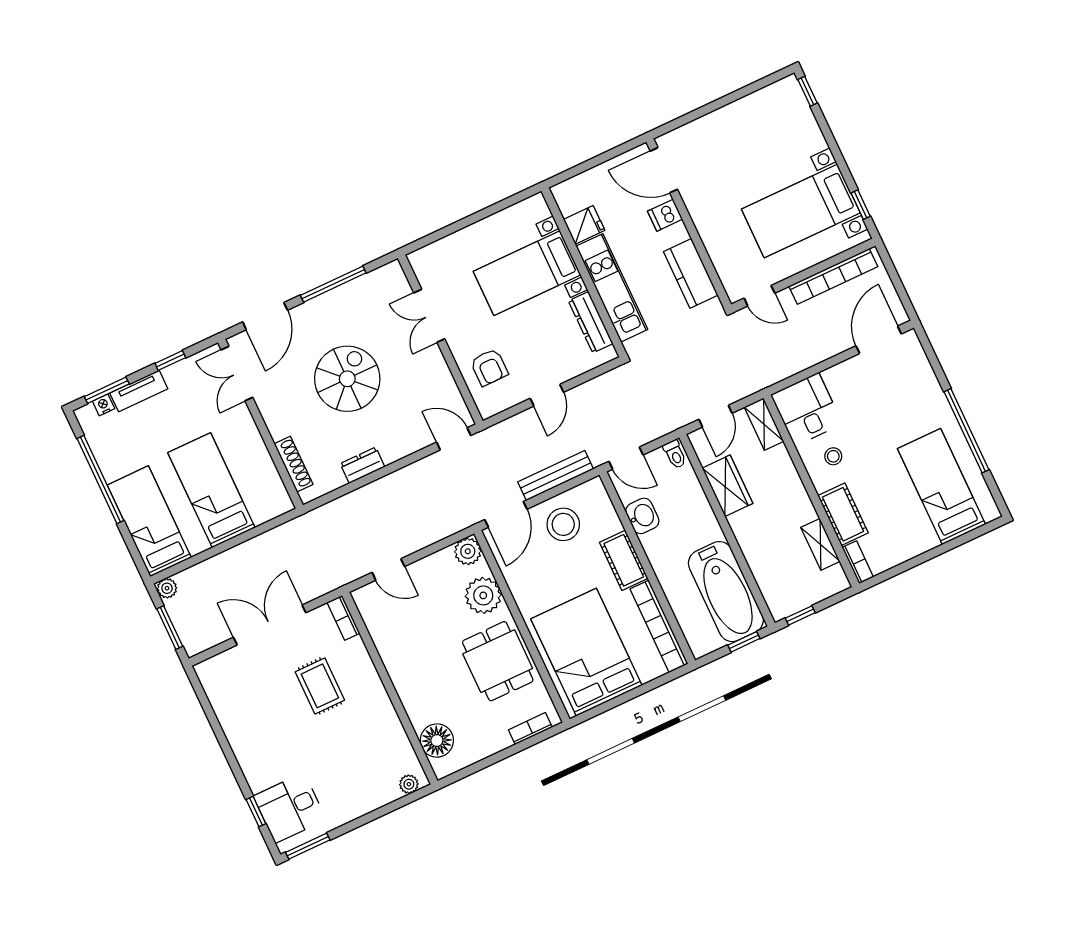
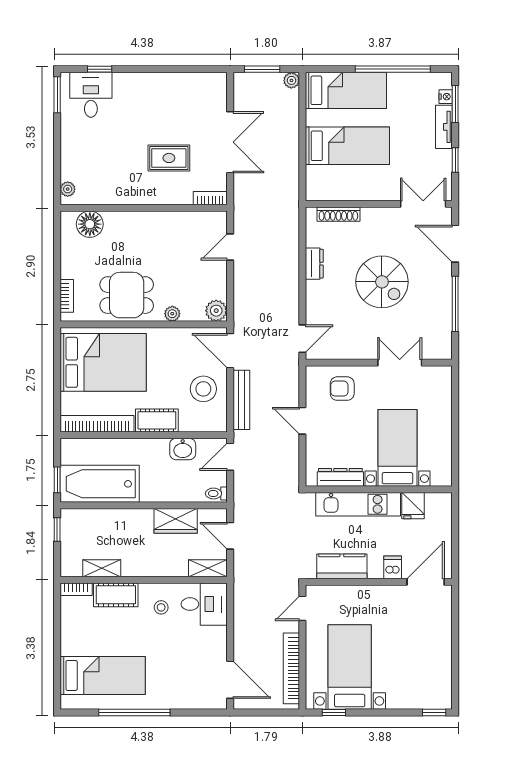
plant: (483, 595) -> (172, 314), width x0.53, depth x0.53

